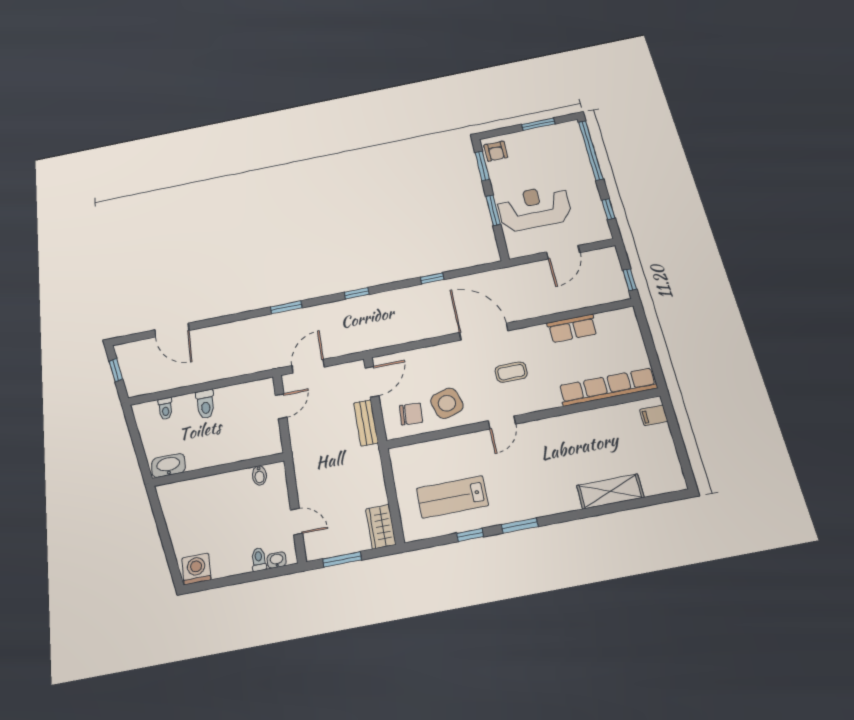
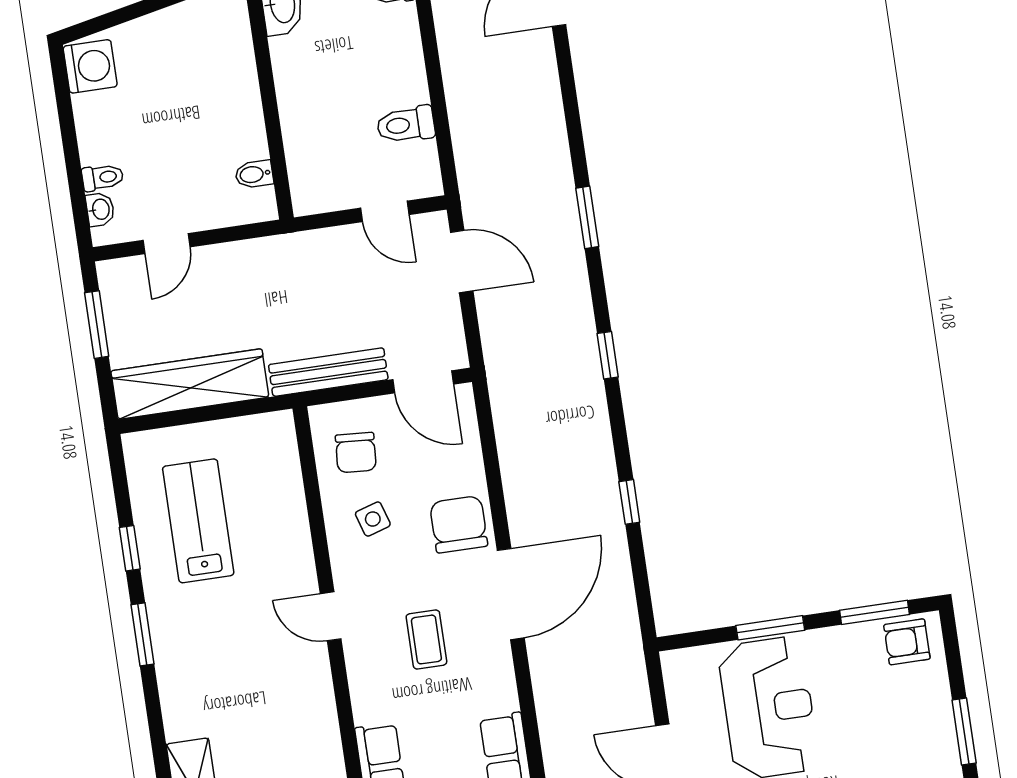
chair: (448, 360) -> (459, 524), added
side table: (447, 403) -> (373, 519), width x0.54, depth x0.54
toilet: (205, 404) -> (406, 125), moved
bench: (366, 423) -> (328, 372), width x1.36
wardrobe: (381, 527) -> (190, 384), width x2.10, depth x1.17

